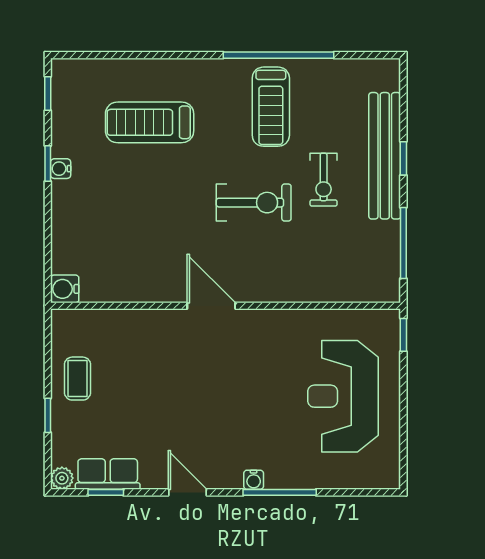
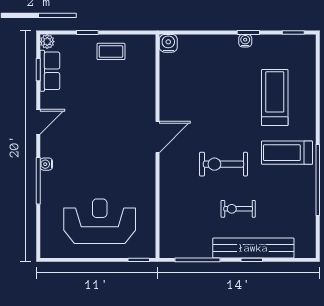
treadmill: (271, 107) -> (287, 153), moved
exercise bike: (254, 203) -> (223, 164), turned 90

